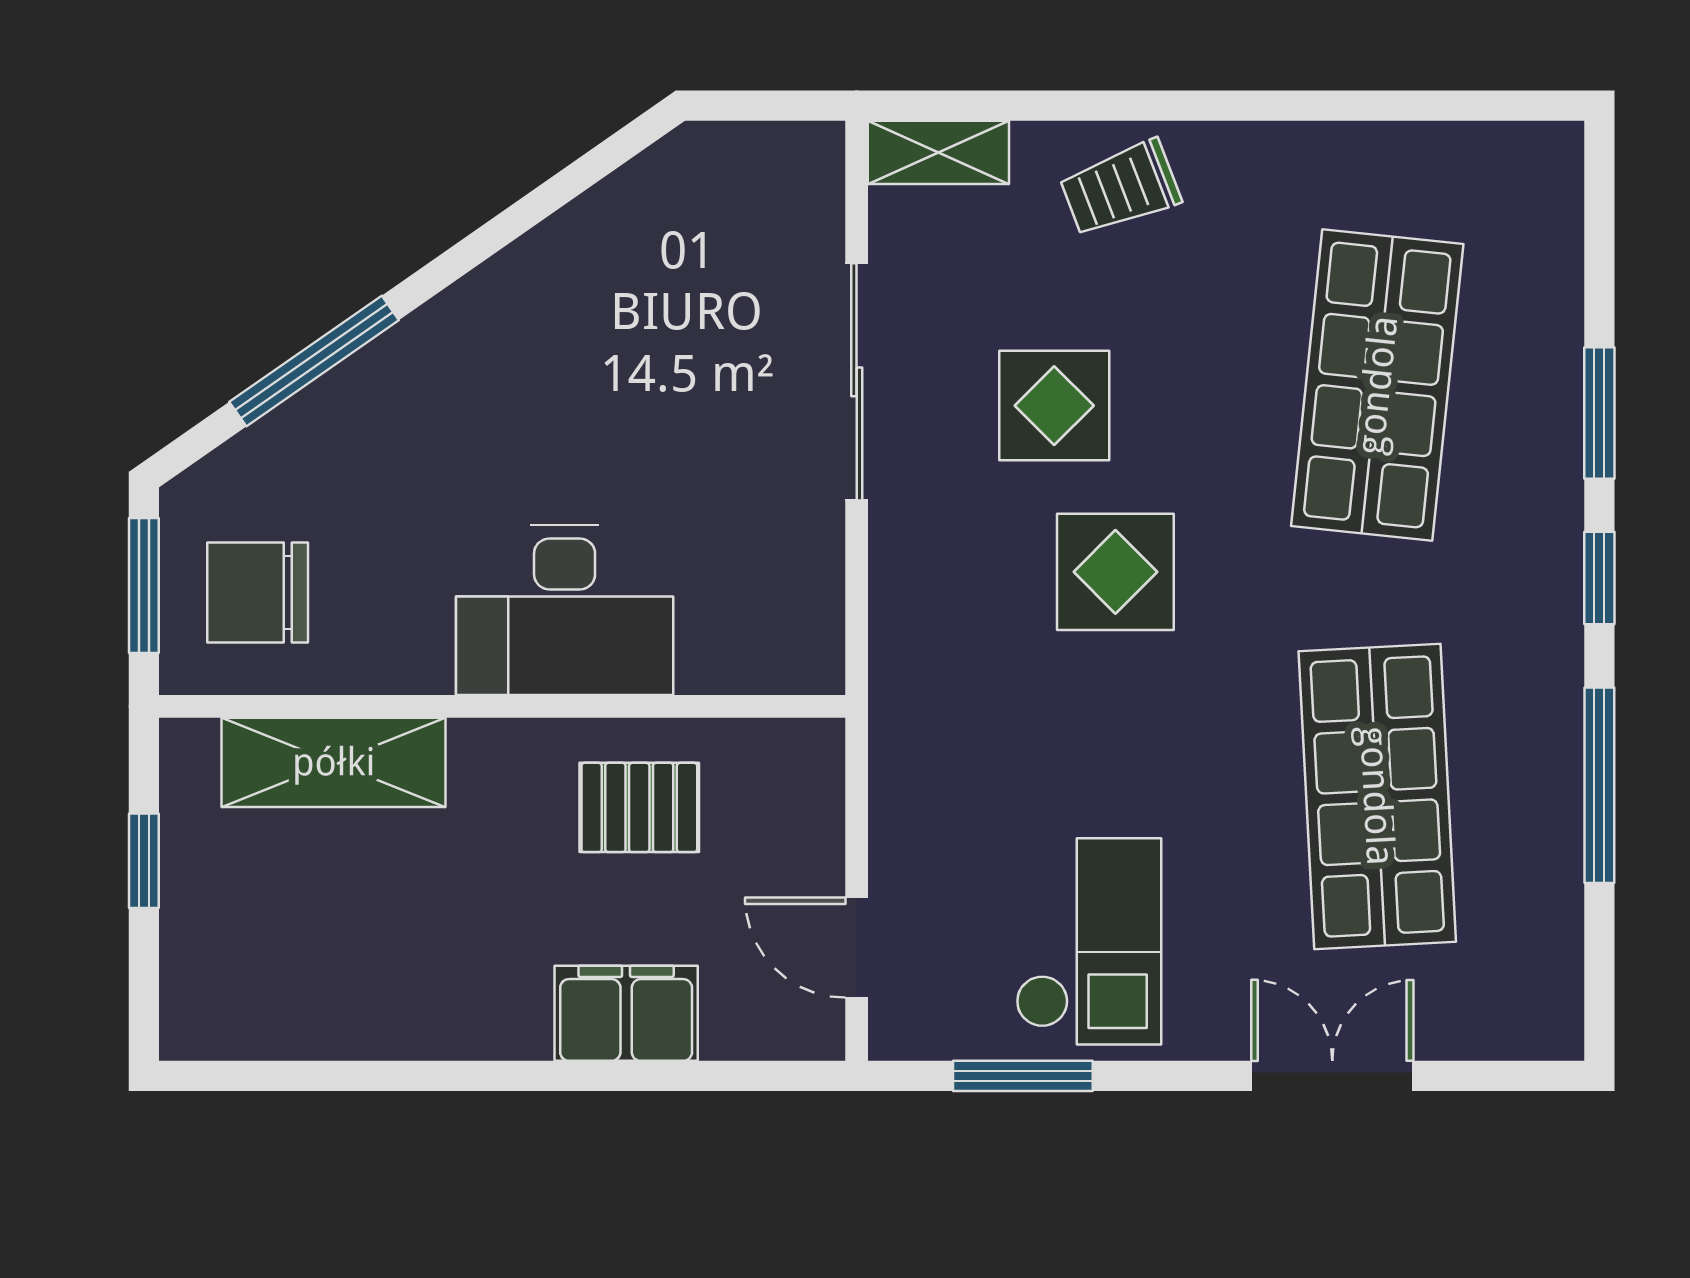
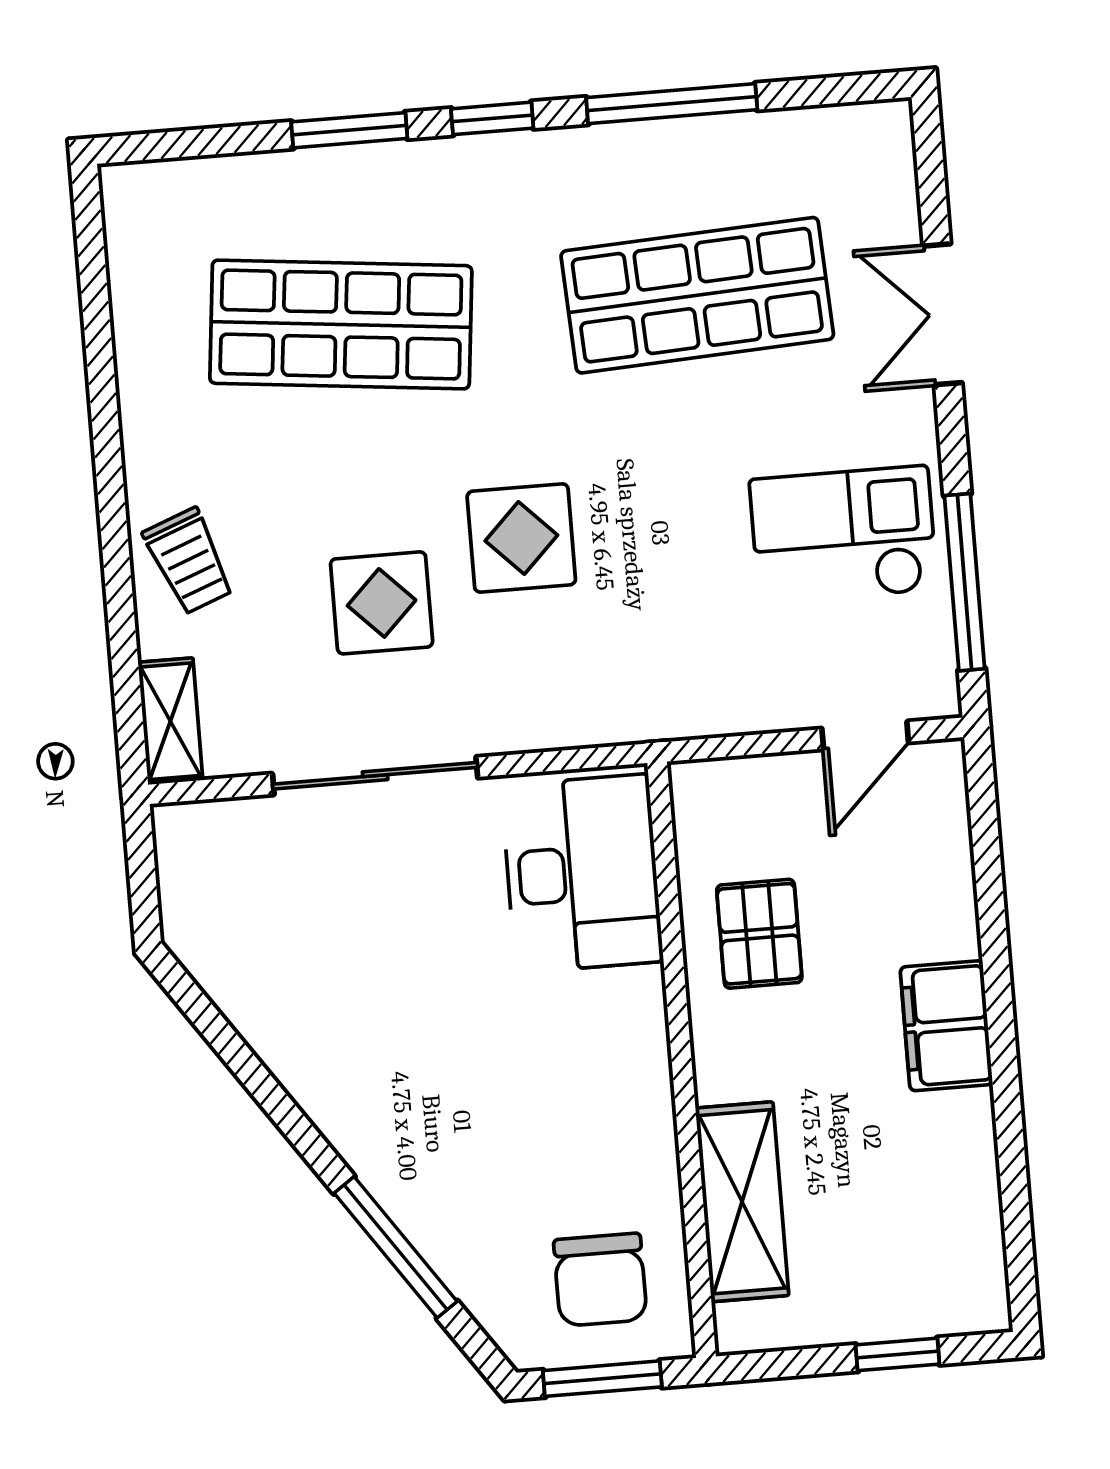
desk: (565, 610) -> (582, 873), moved
window: (144, 861) -> (897, 1354), moved
filing cabinet: (626, 1013) -> (946, 1026), moved
window: (1023, 1076) -> (965, 582), width x1.44

